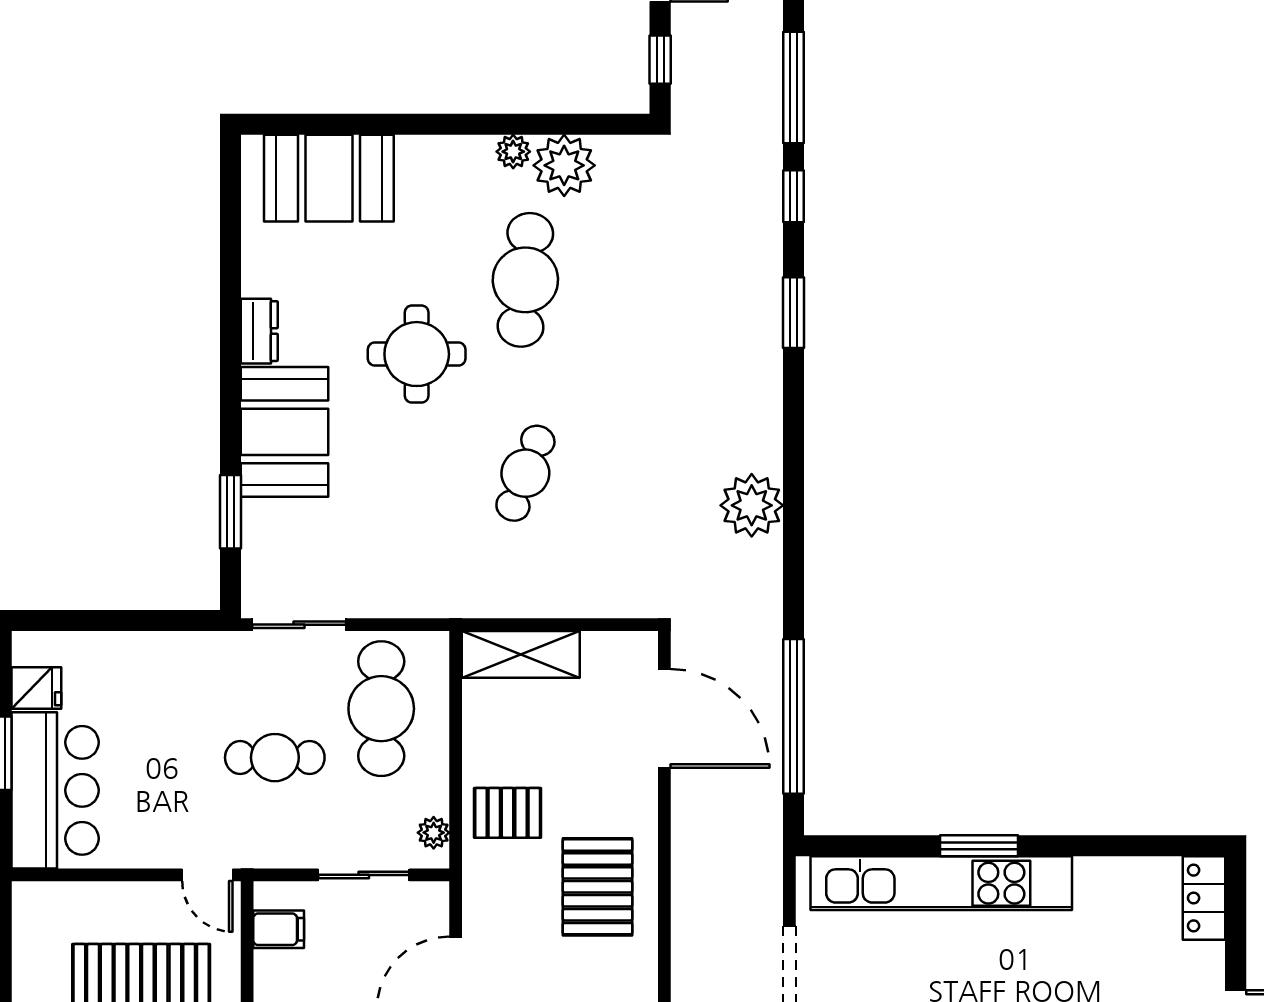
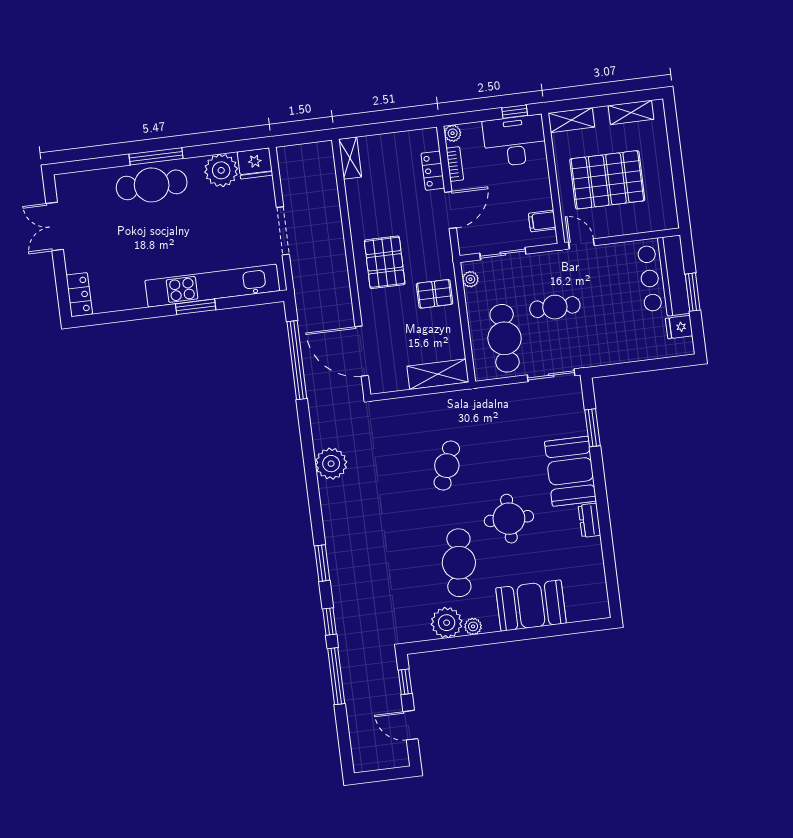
booth: (329, 178) -> (531, 606), moved

